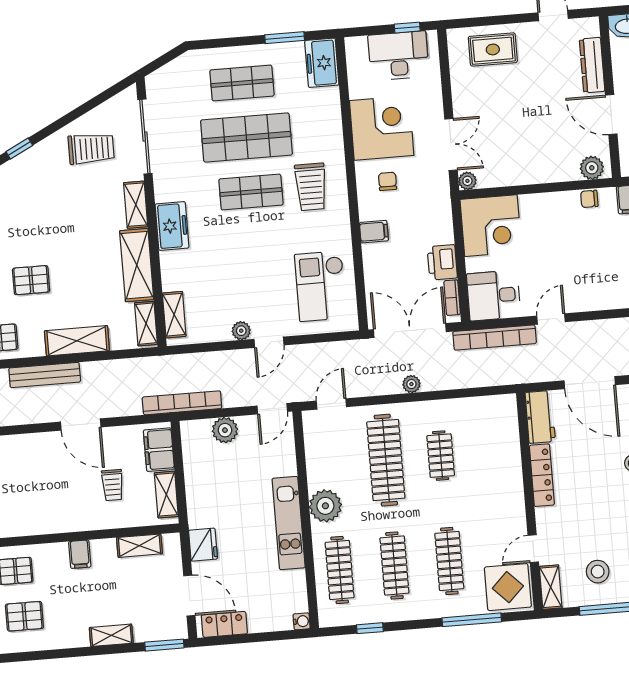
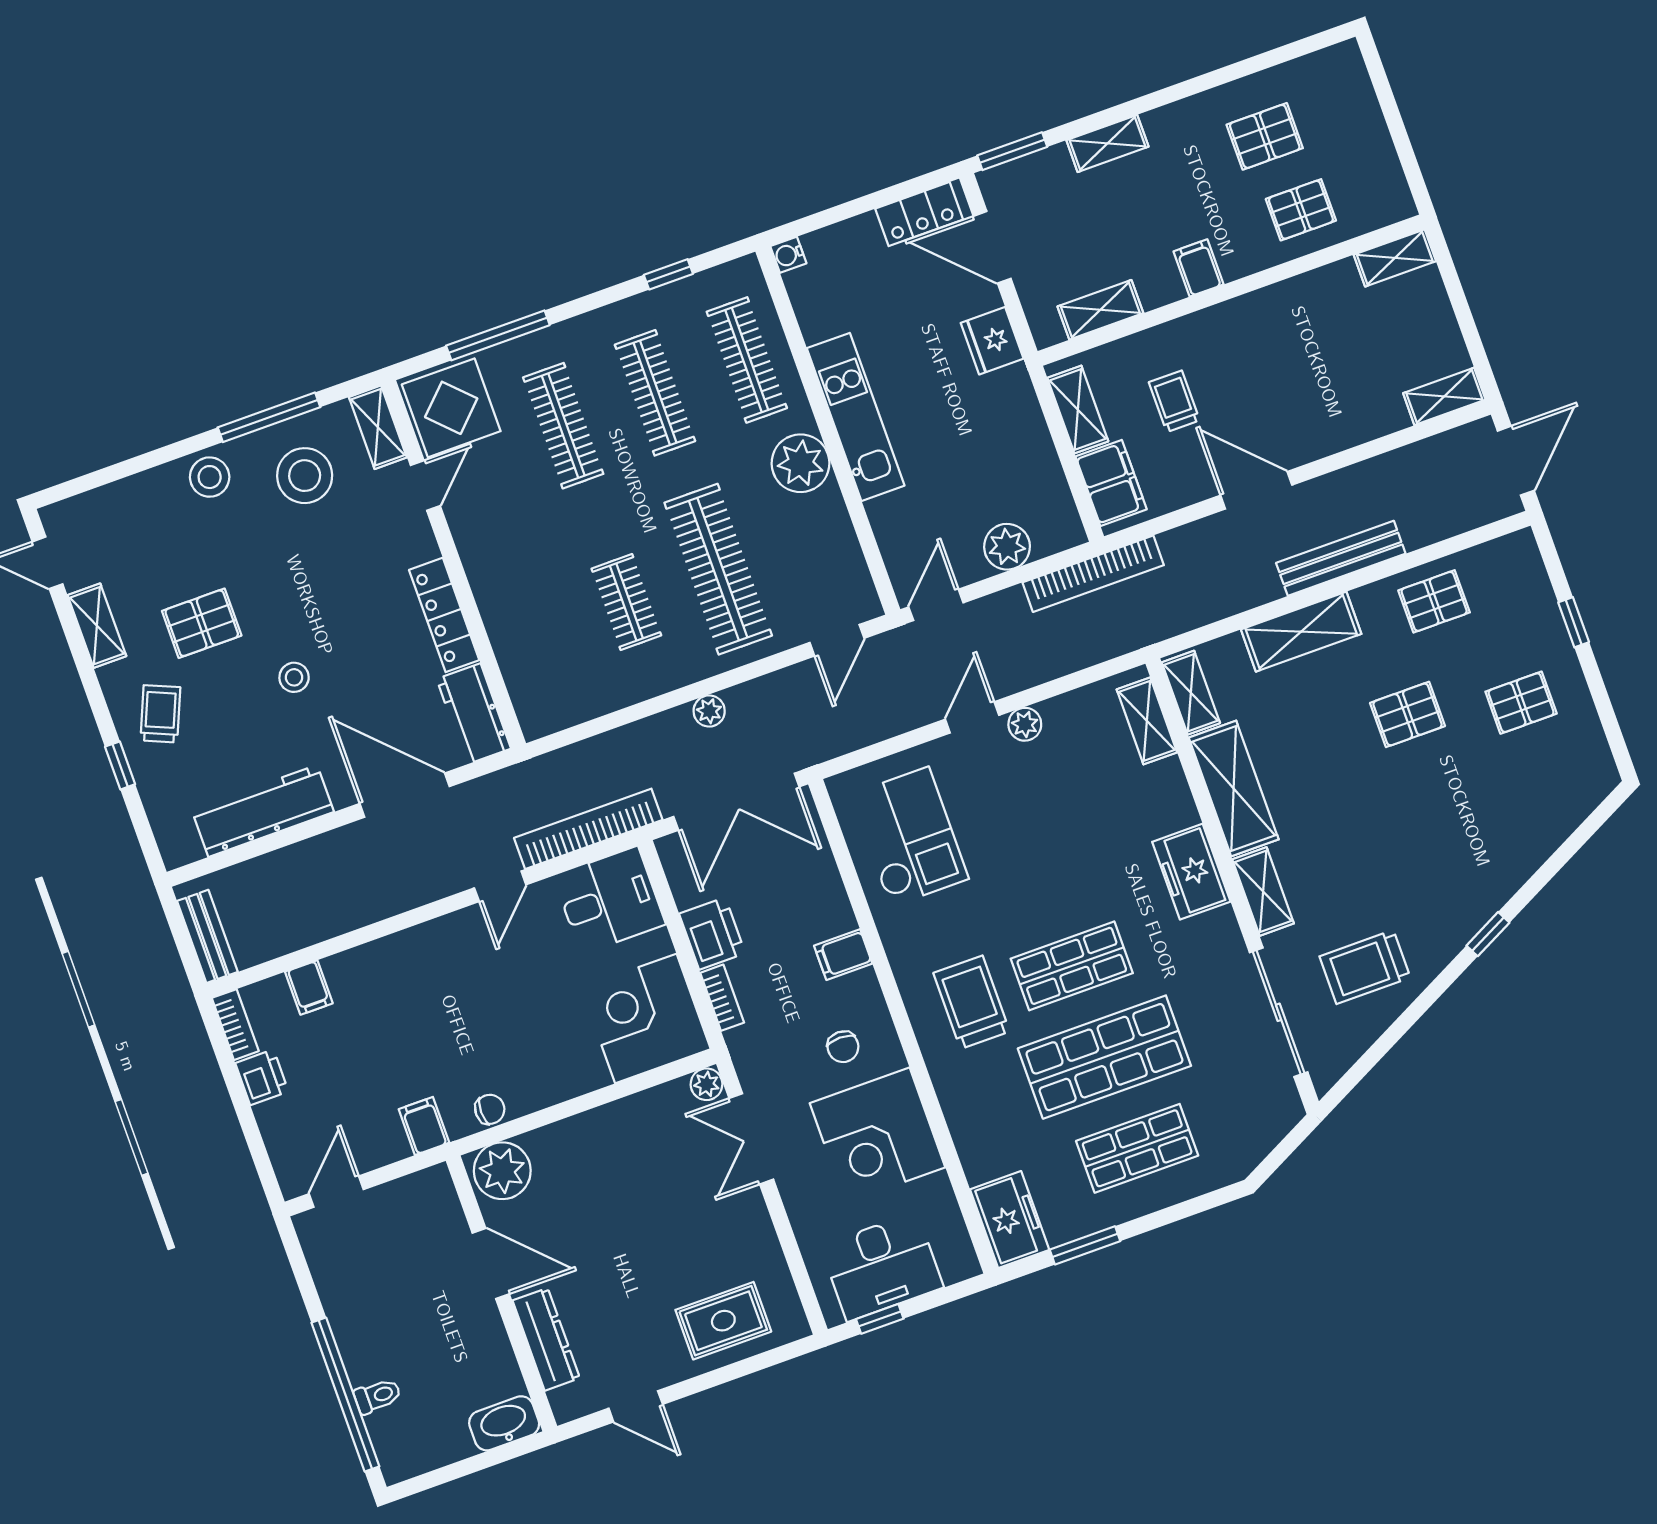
plant: (592, 168) -> (502, 1171), width x1.36, depth x1.36
bookcase: (452, 298) -> (722, 998), moved
stool: (598, 572) -> (305, 476), width x1.38, depth x1.38

